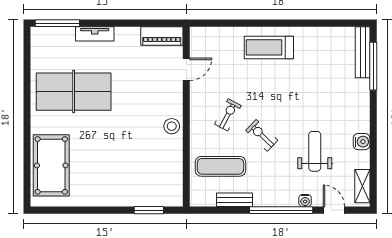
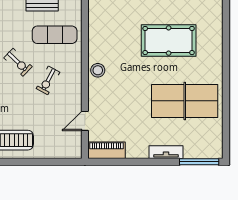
pool table: (51, 165) -> (169, 41), moved, turned 90

